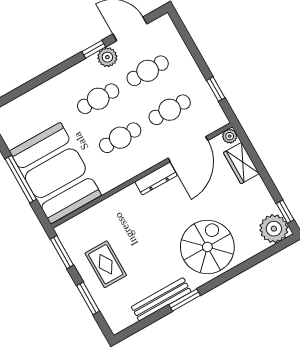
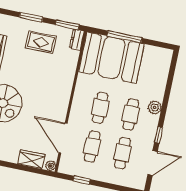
plant: (107, 57) -> (155, 107), moved
dresser: (156, 178) -> (77, 40), moved, width x0.70

